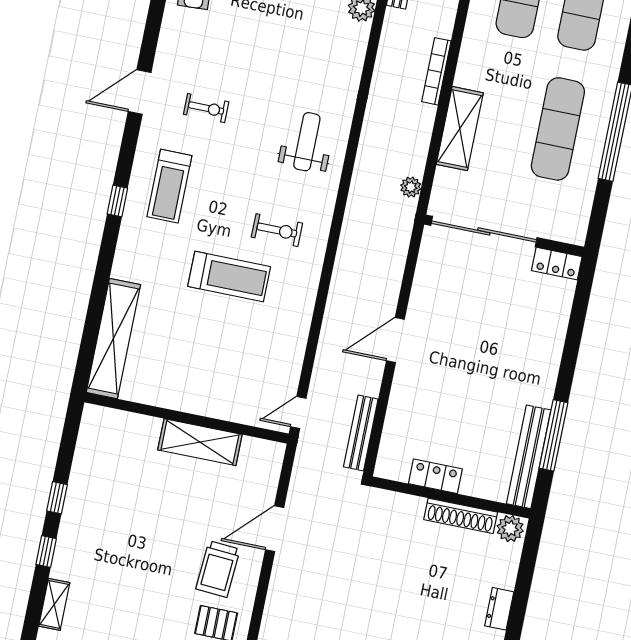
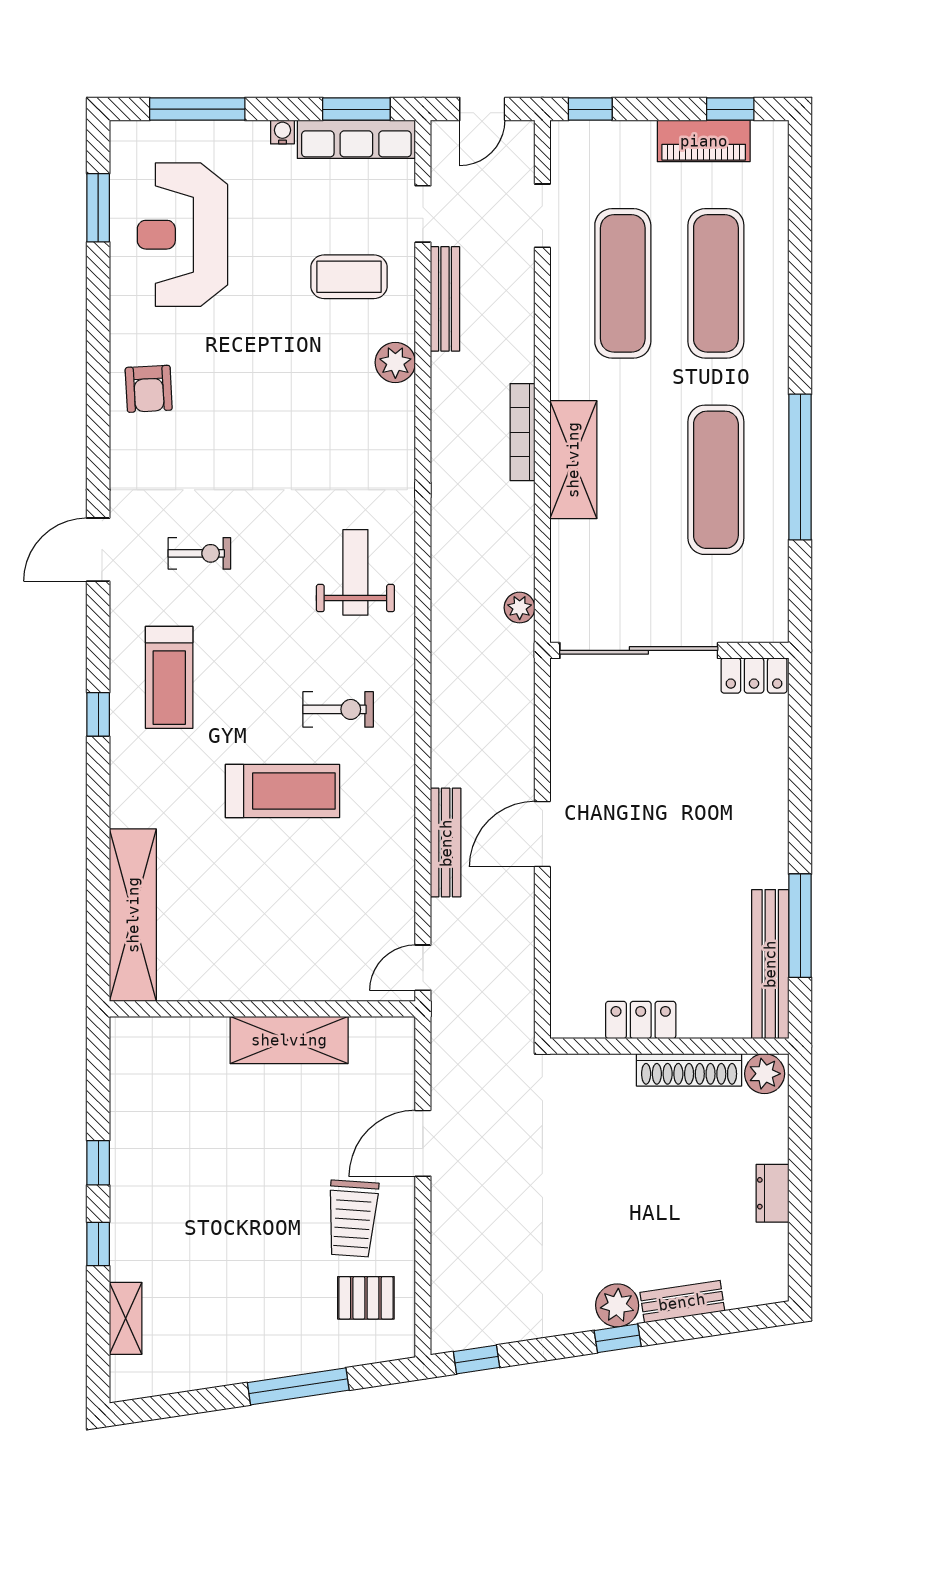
shelving: (460, 129) -> (573, 460), moved
bench: (361, 433) -> (446, 843), moved

